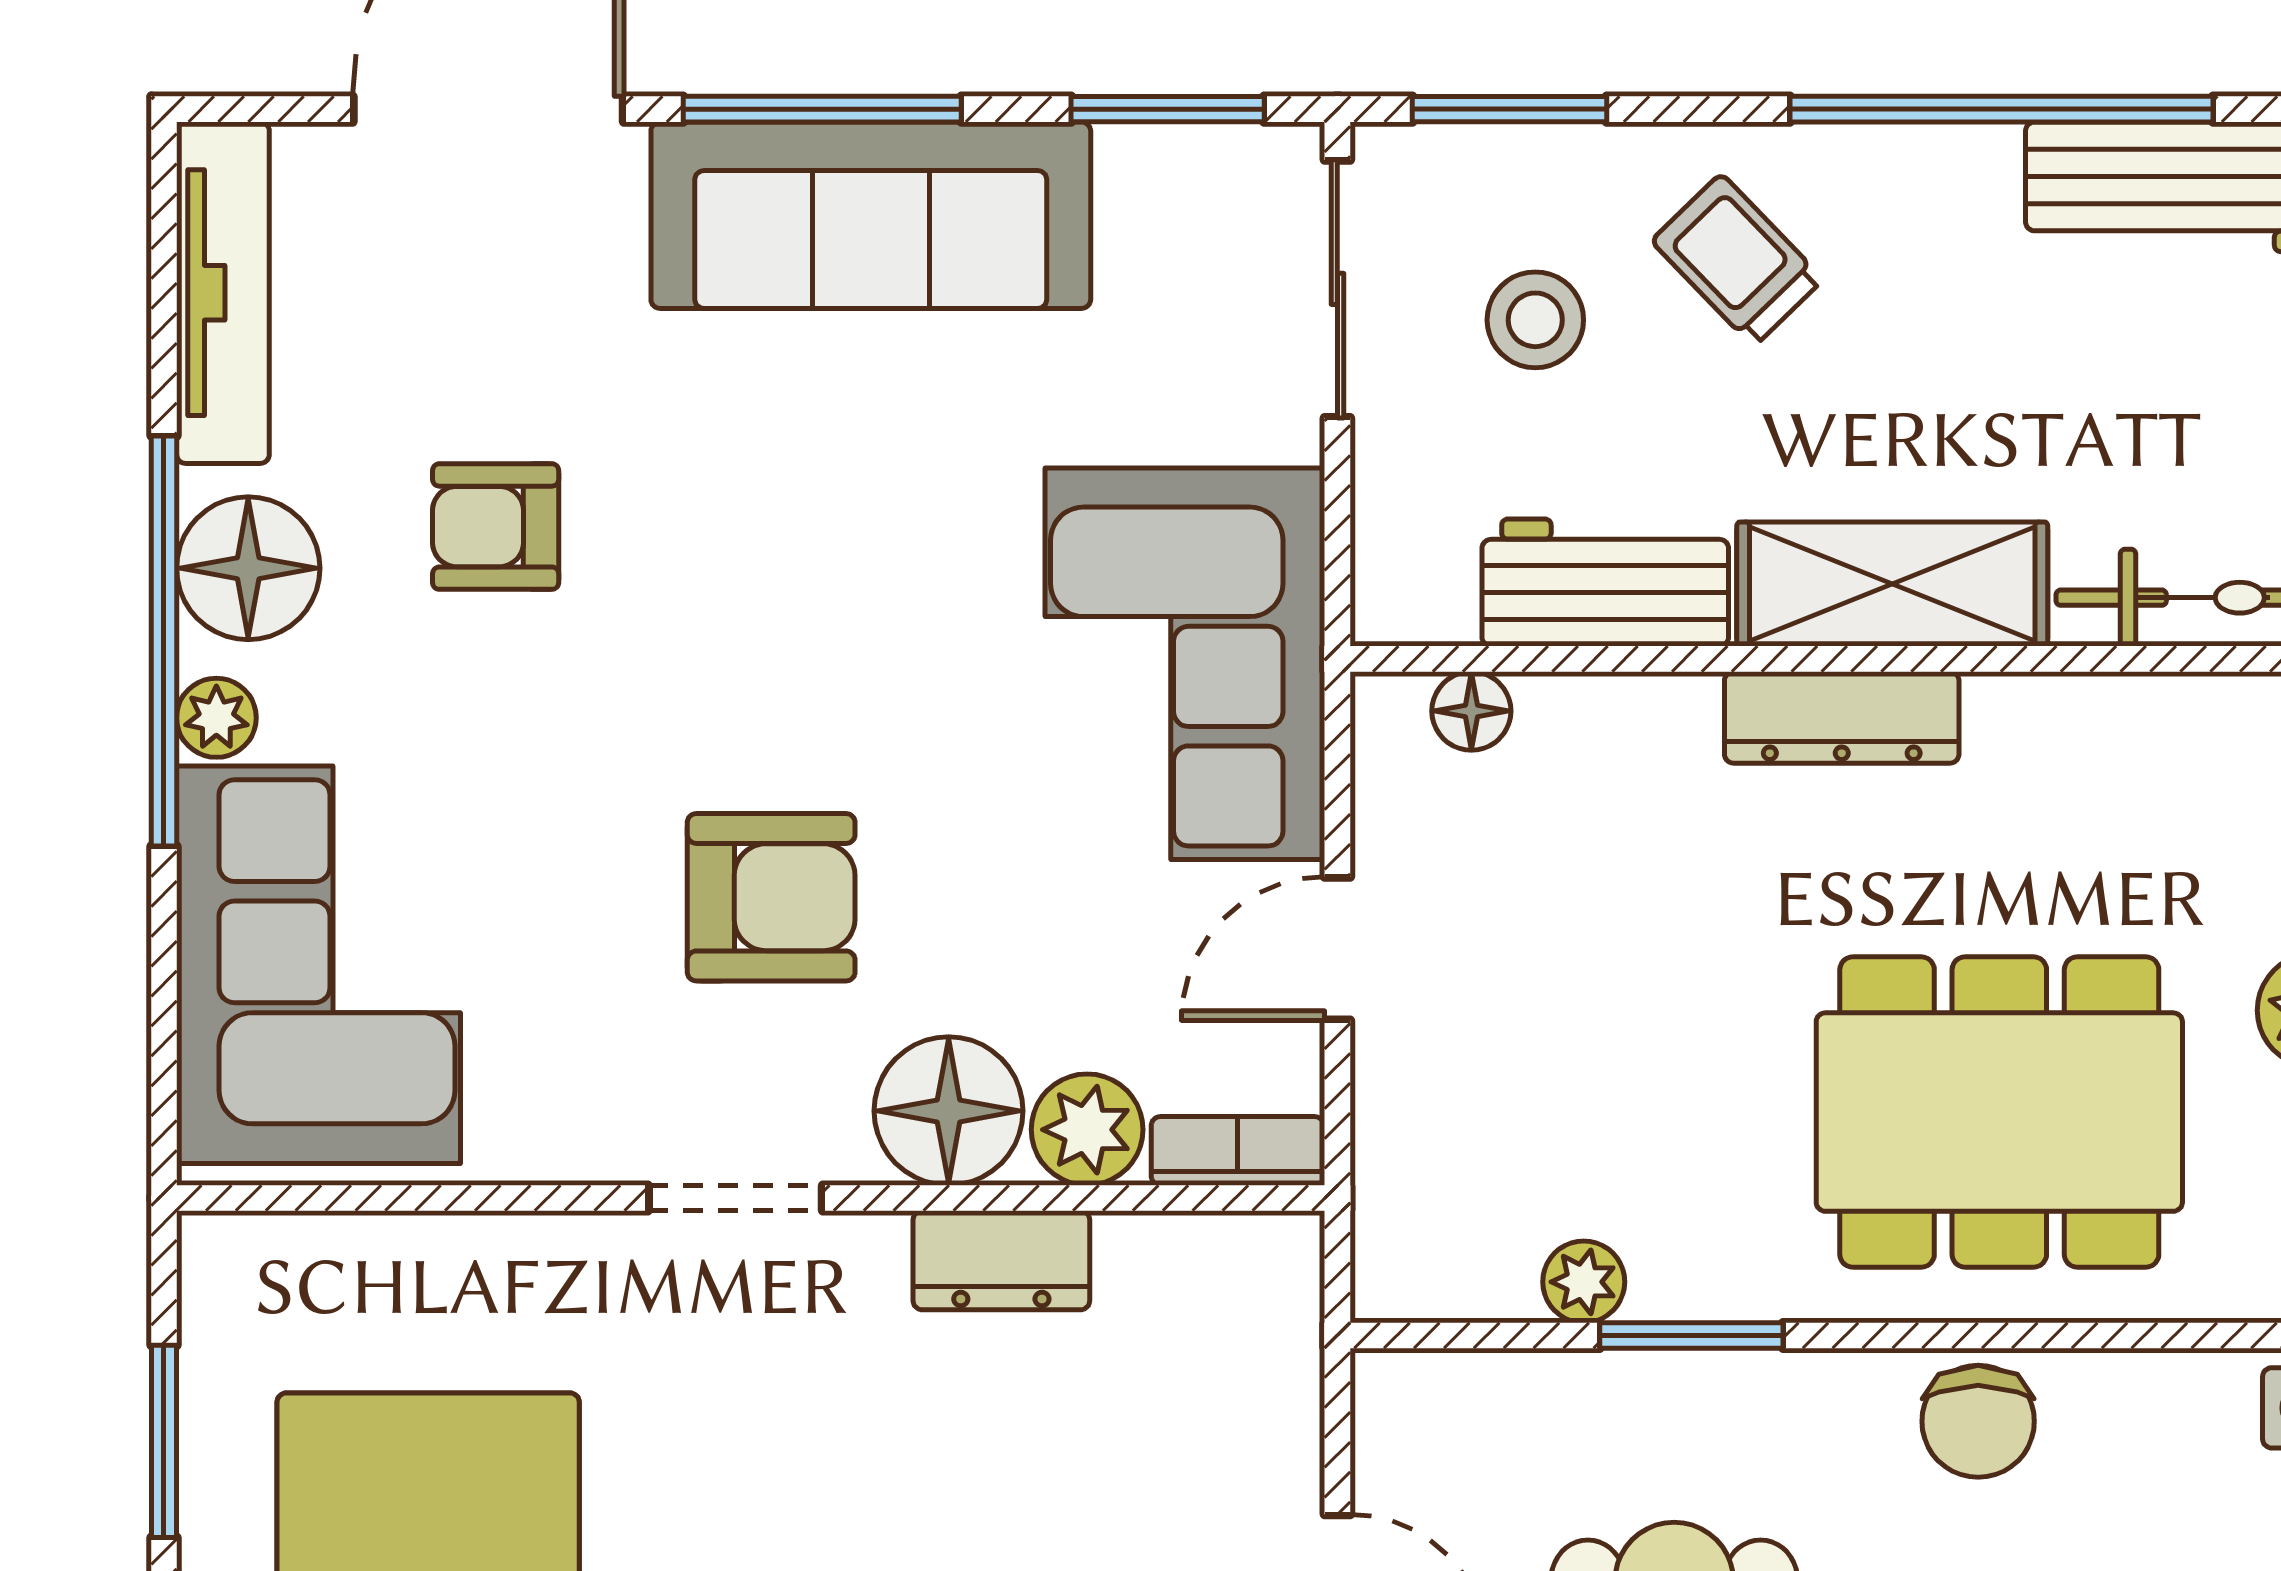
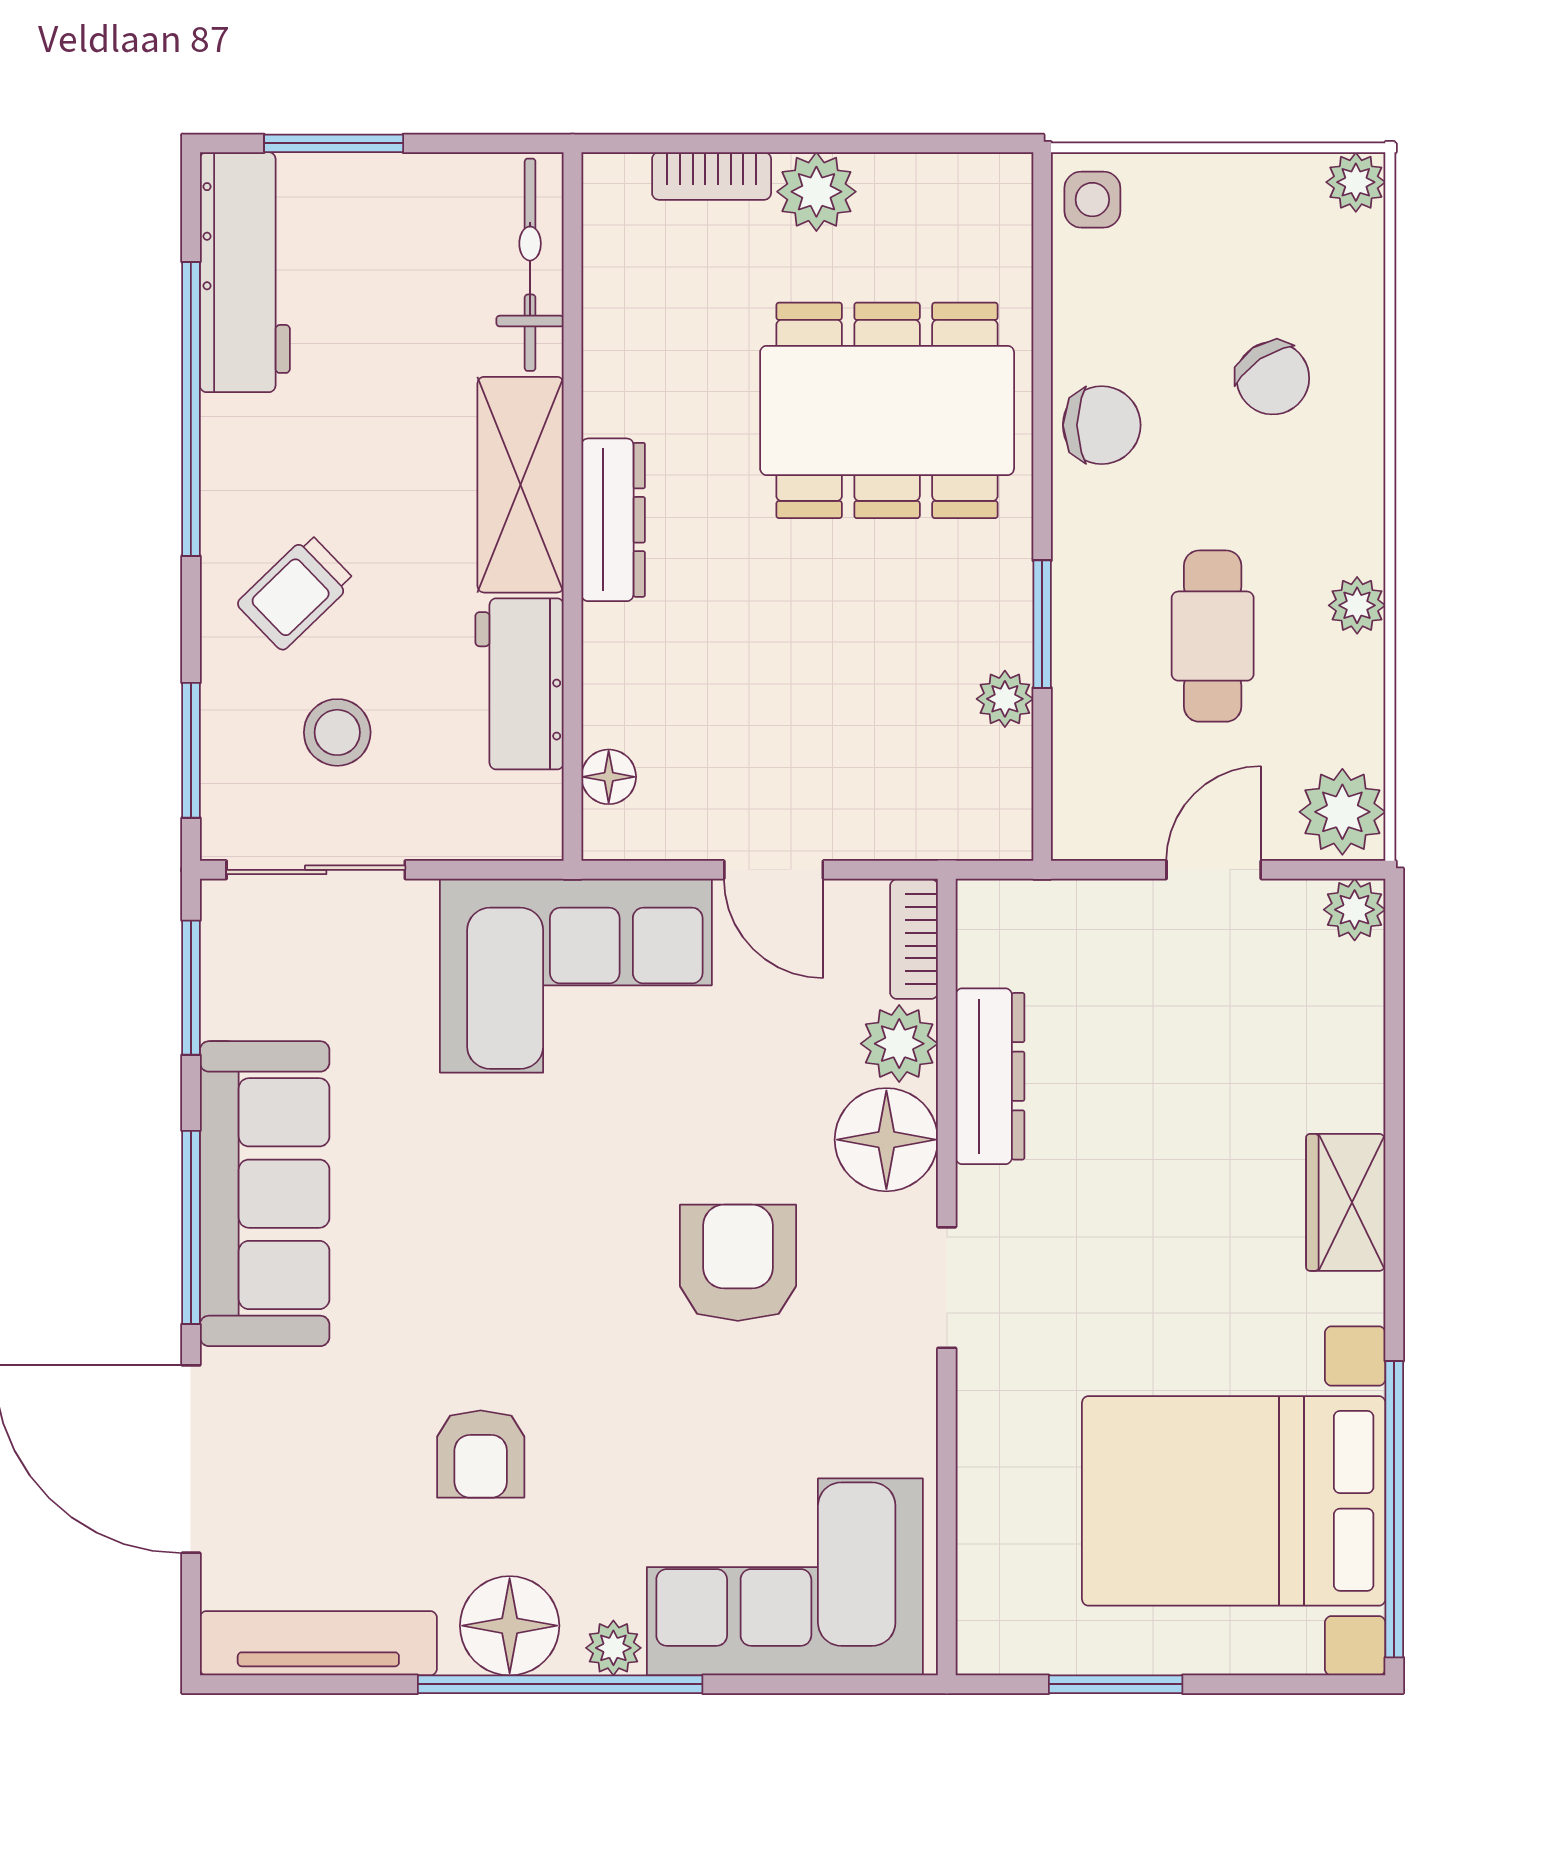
dining table: (1999, 1112) -> (887, 410), turned 90
dresser: (1001, 1260) -> (990, 1076), width x1.44

